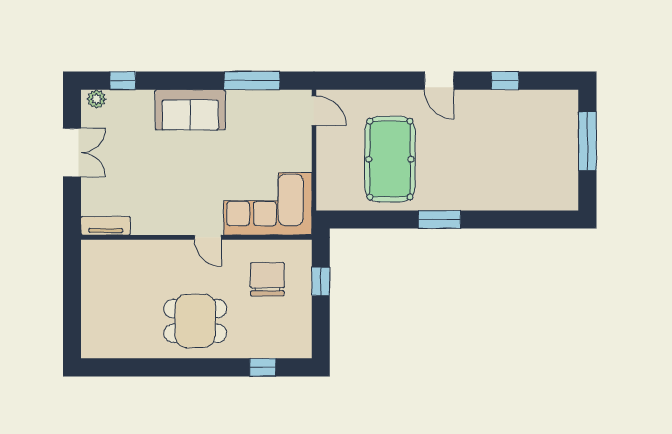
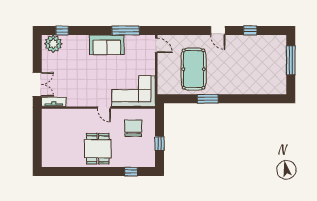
plant: (96, 99) -> (53, 44), width x1.87, depth x1.87
sofa: (190, 110) -> (107, 45), moved
double door: (72, 152) -> (37, 84), moved
window: (439, 219) -> (208, 99), moved
window: (321, 281) -> (160, 144), moved
dining table: (195, 321) -> (98, 149), turned 90

